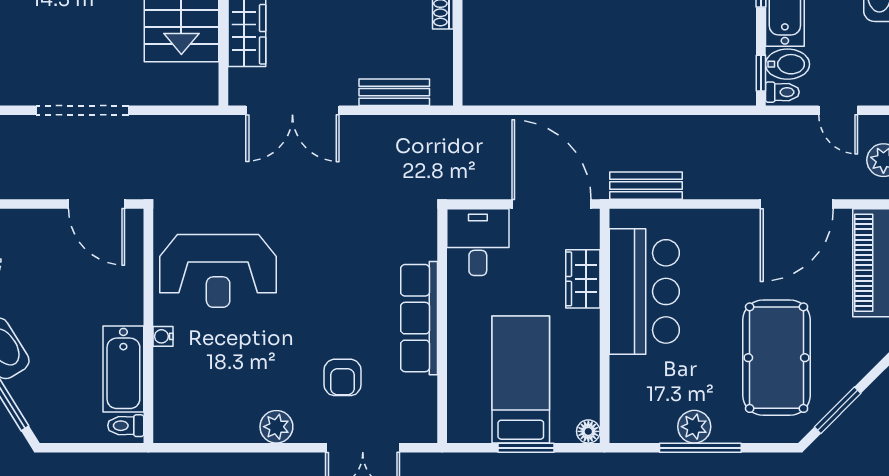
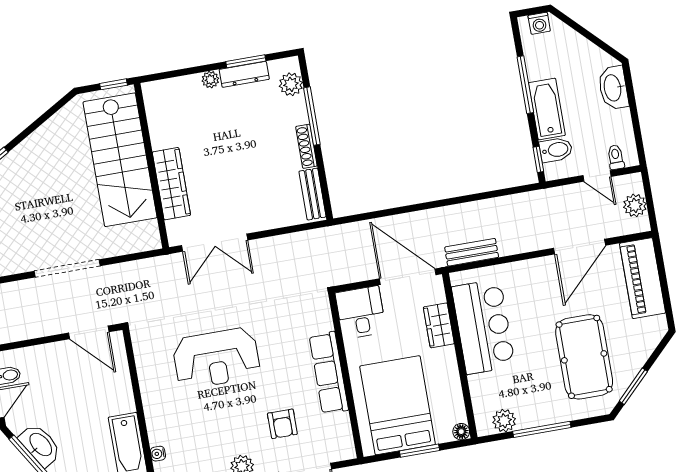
bench: (394, 92) -> (312, 194), moved, turned 90
toilet: (782, 92) -> (616, 157), moved, turned -90
reception desk: (218, 271) -> (216, 358), moved
water cooler: (163, 336) -> (158, 454), moved
bed: (521, 380) -> (398, 405), width x1.50
plant: (694, 427) -> (504, 421), moved

